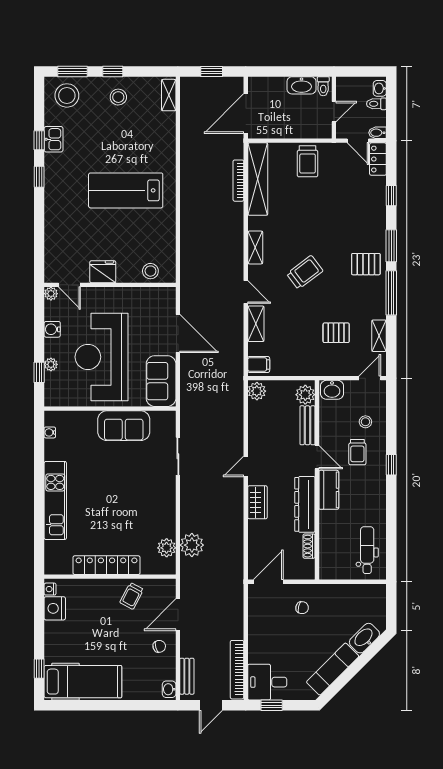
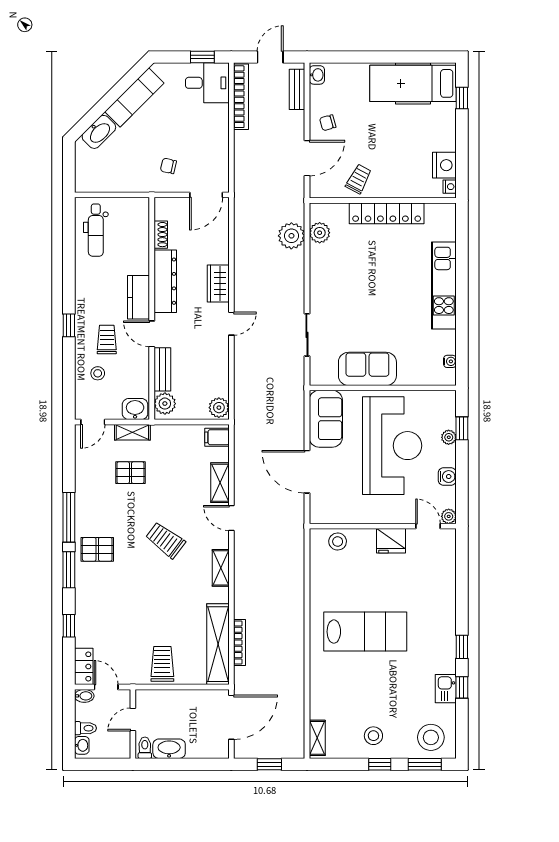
trolley: (305, 272) -> (165, 540), turned 74
shelving: (379, 336) -> (132, 432), moved, turned 90

